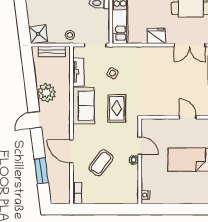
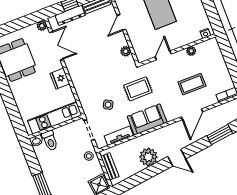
plant: (158, 111) -> (126, 51), added
plant: (134, 160) -> (191, 51), moved
coffee table: (101, 163) -> (192, 84), turned -37

